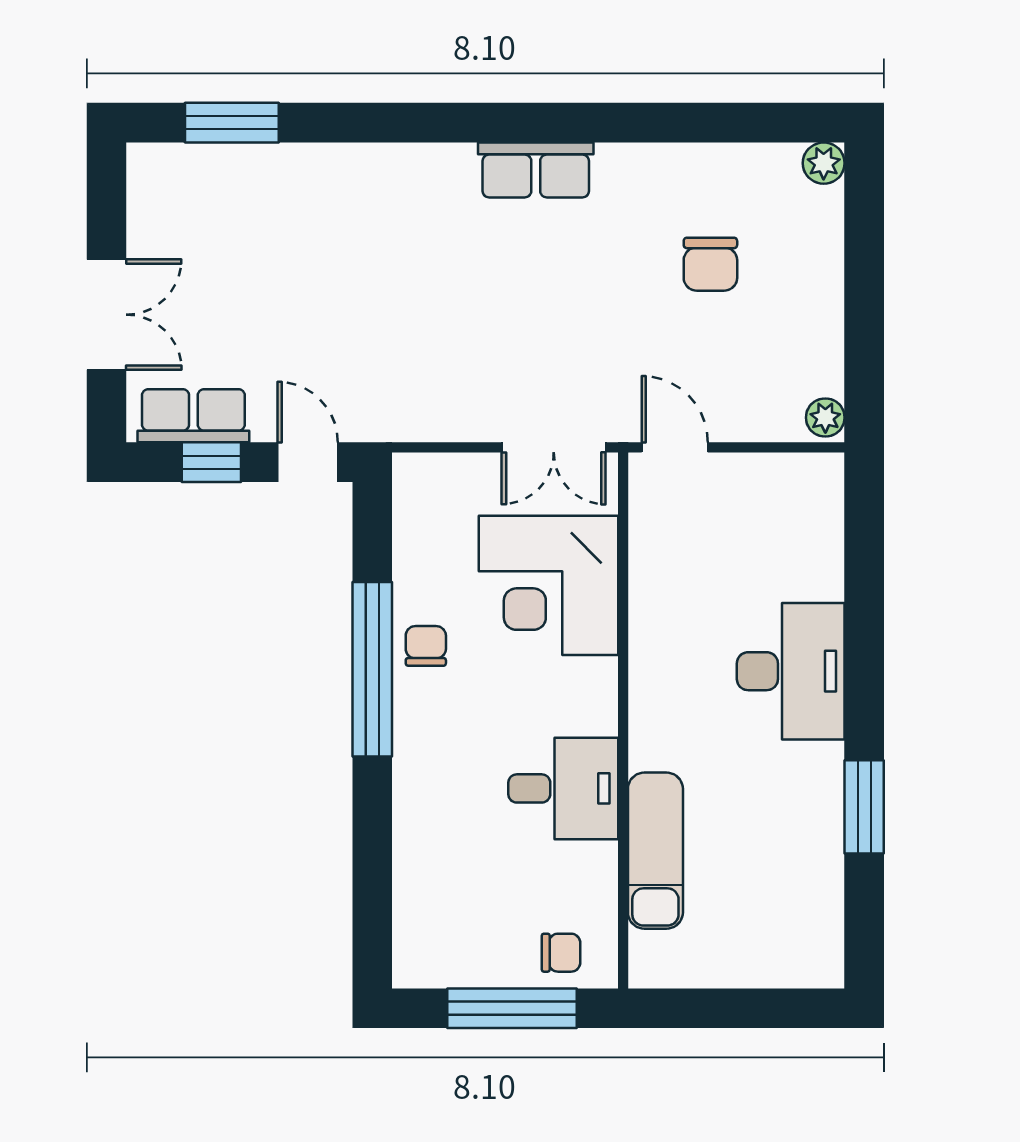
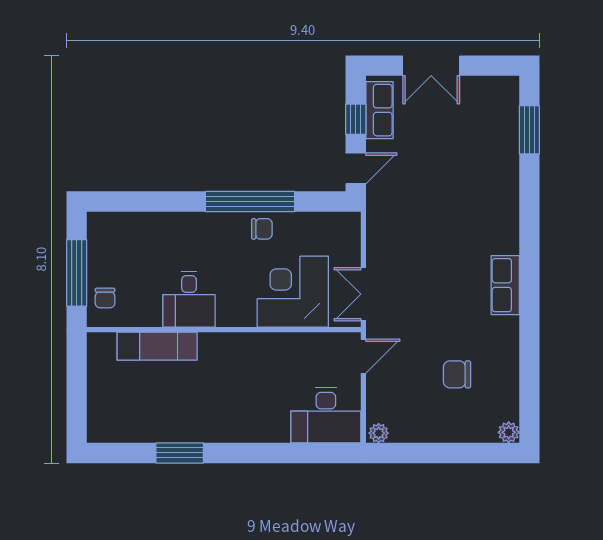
desk: (791, 671) -> (326, 415), moved

